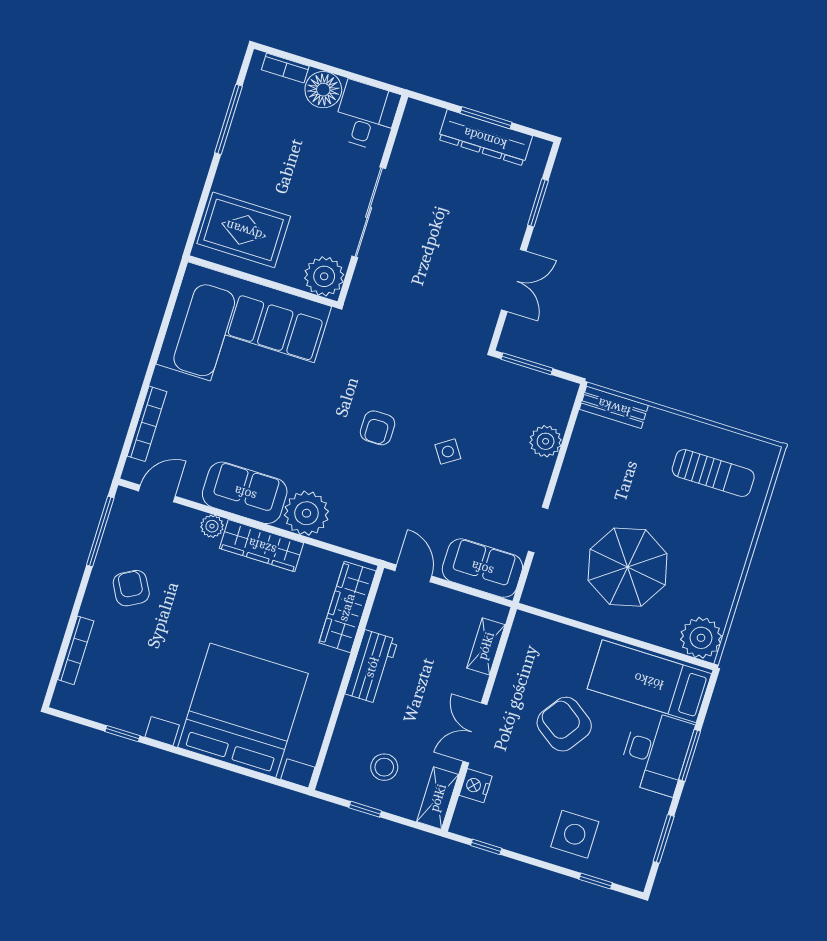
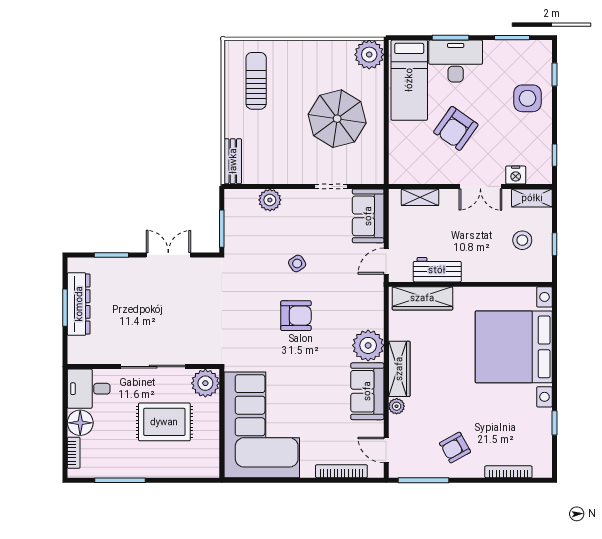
rug: (244, 230) -> (164, 422), moved, turned 90
armchair: (378, 428) -> (296, 316), width x1.38, depth x1.38
workbench: (372, 667) -> (437, 270), moved

